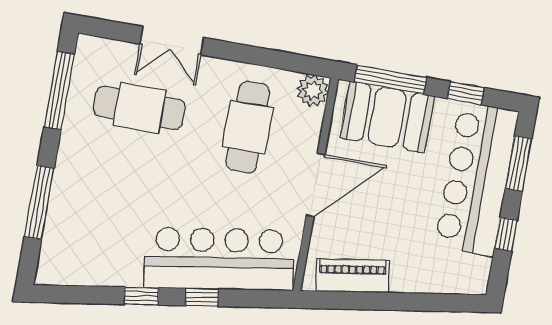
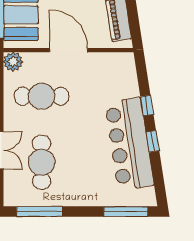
window: (39, 202) -> (126, 212), moved
bar counter: (219, 259) -> (129, 144), moved

